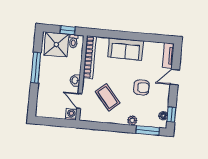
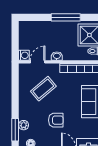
armchair: (141, 87) -> (56, 120), turned -90
plant: (132, 120) -> (24, 125), moved

